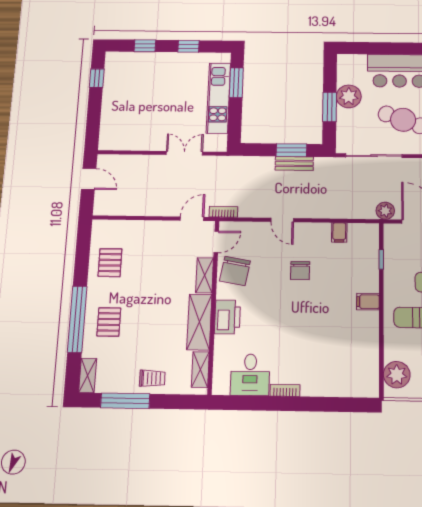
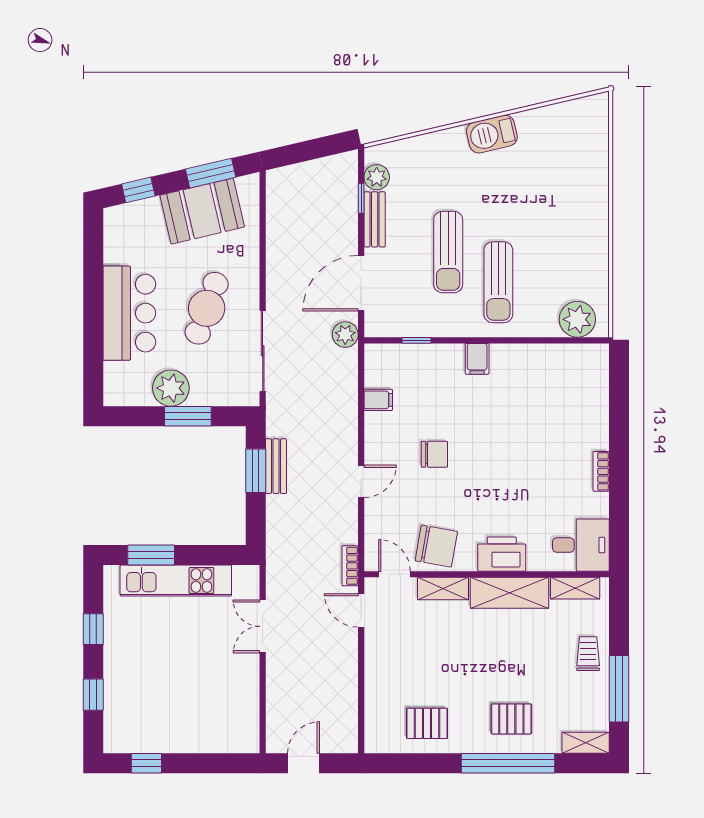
desk: (250, 375) -> (581, 545), moved

